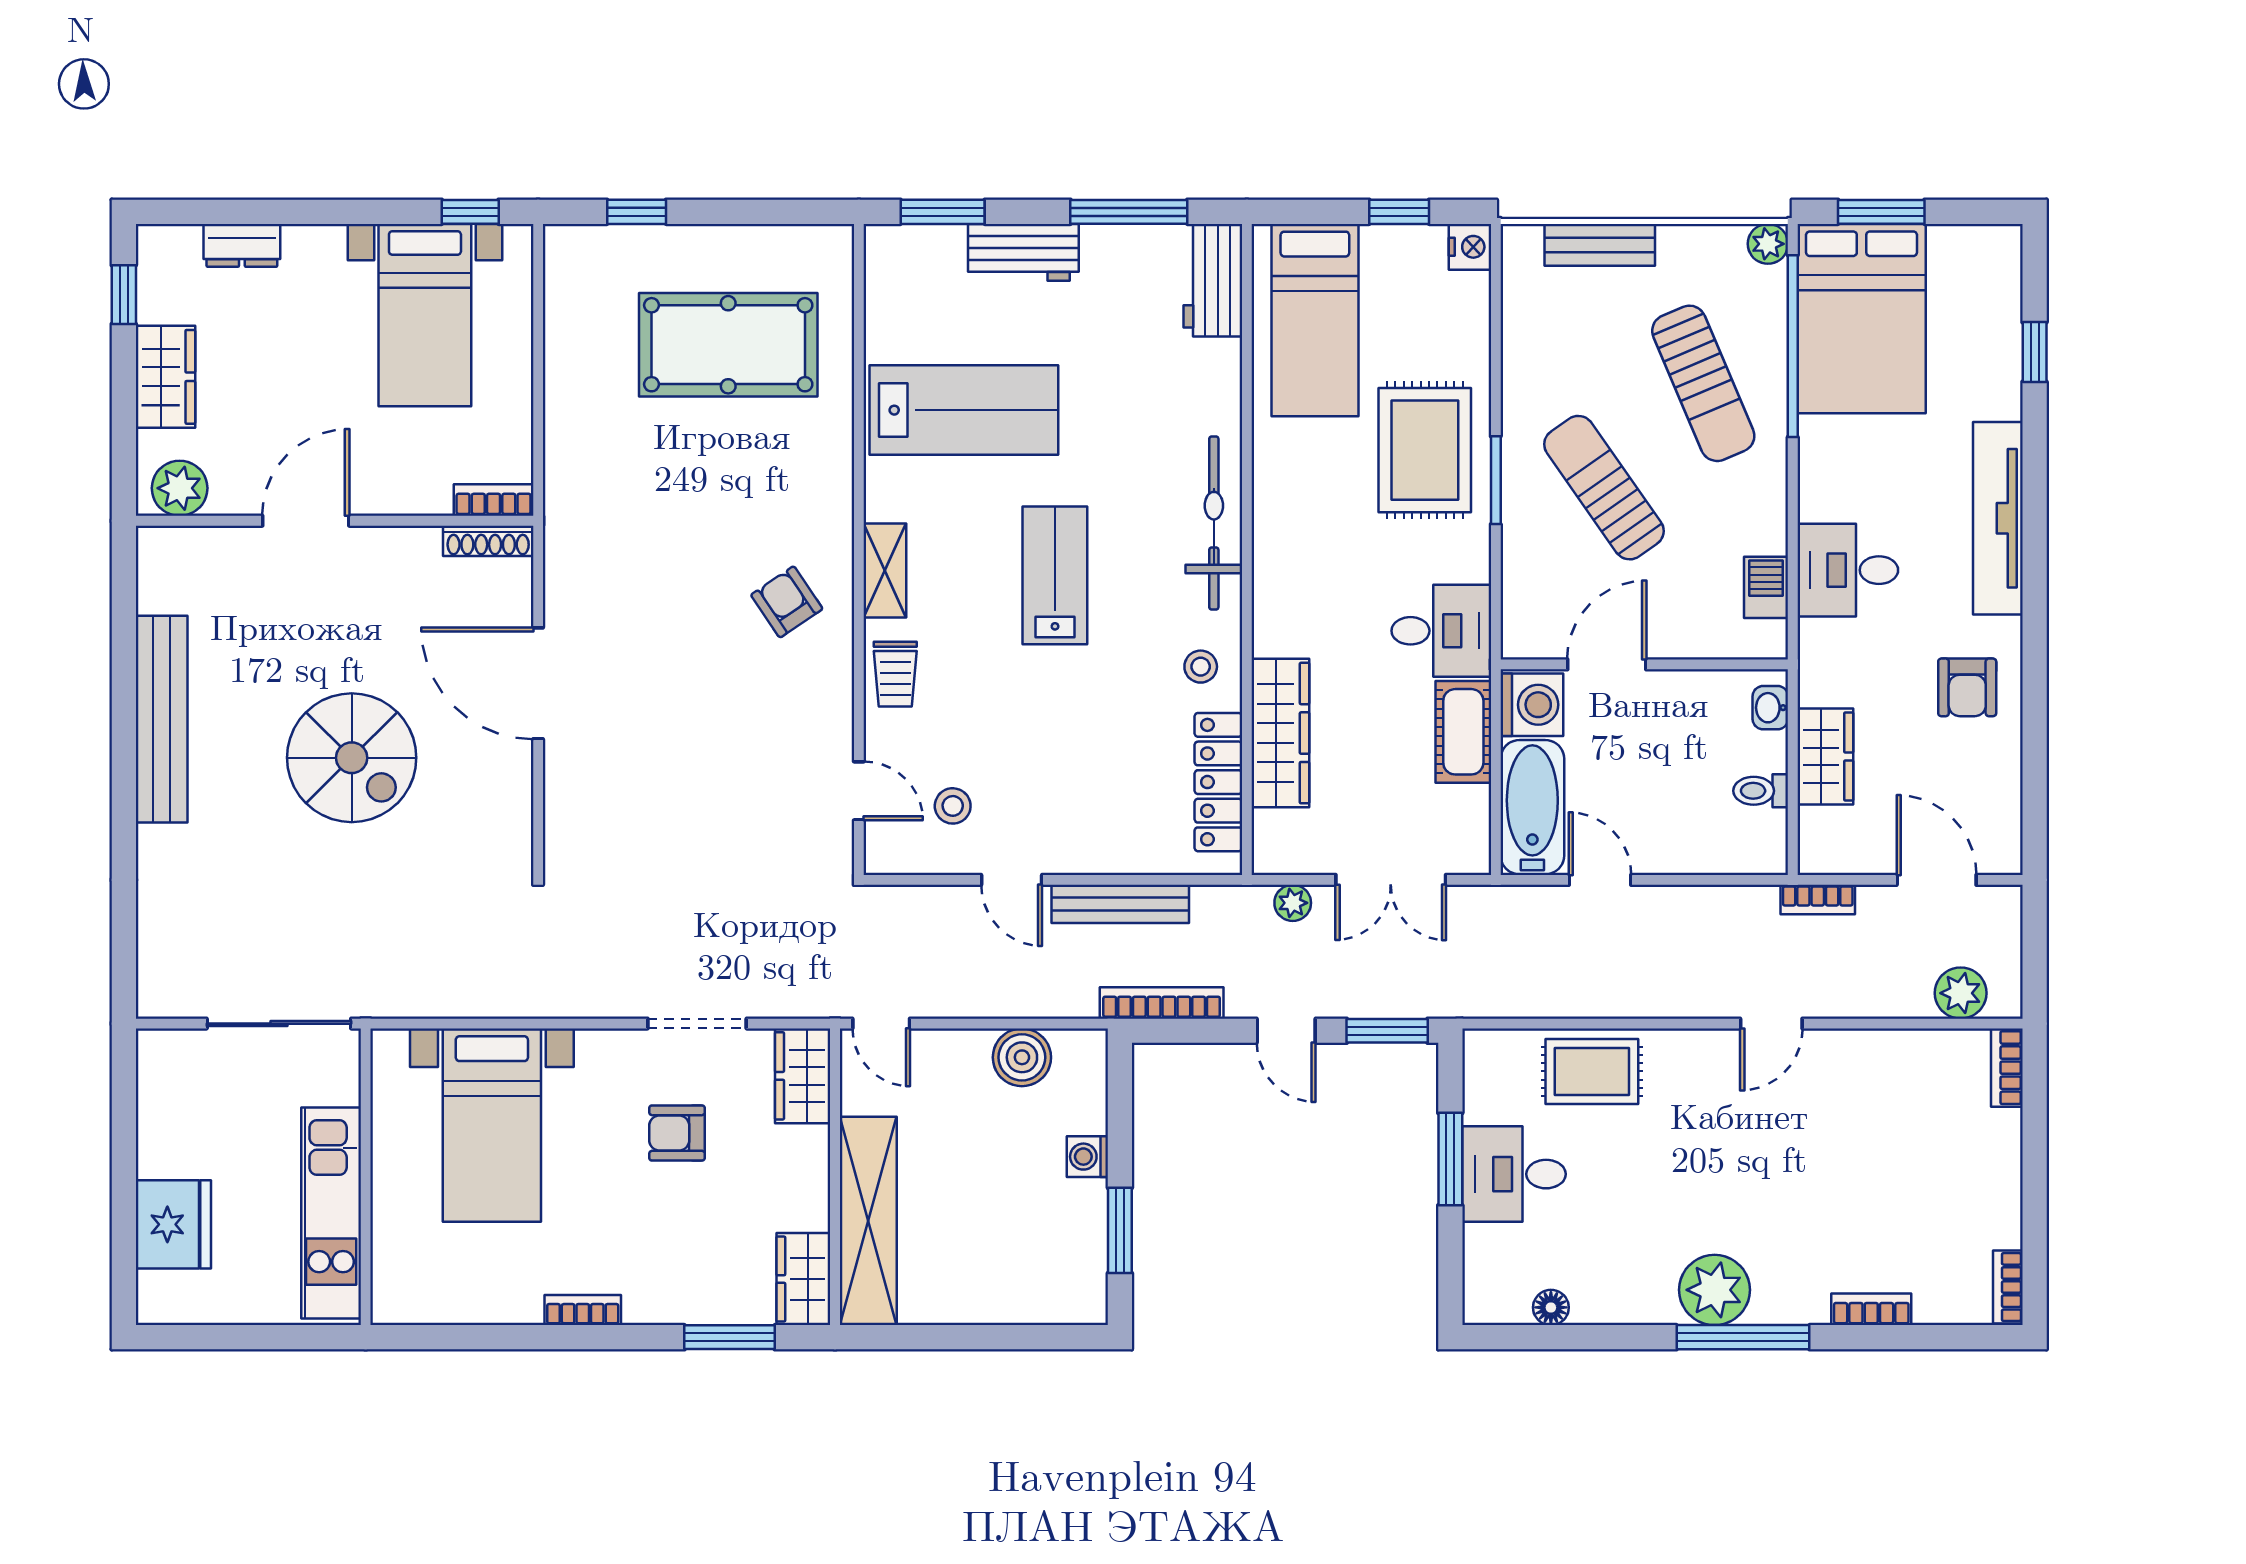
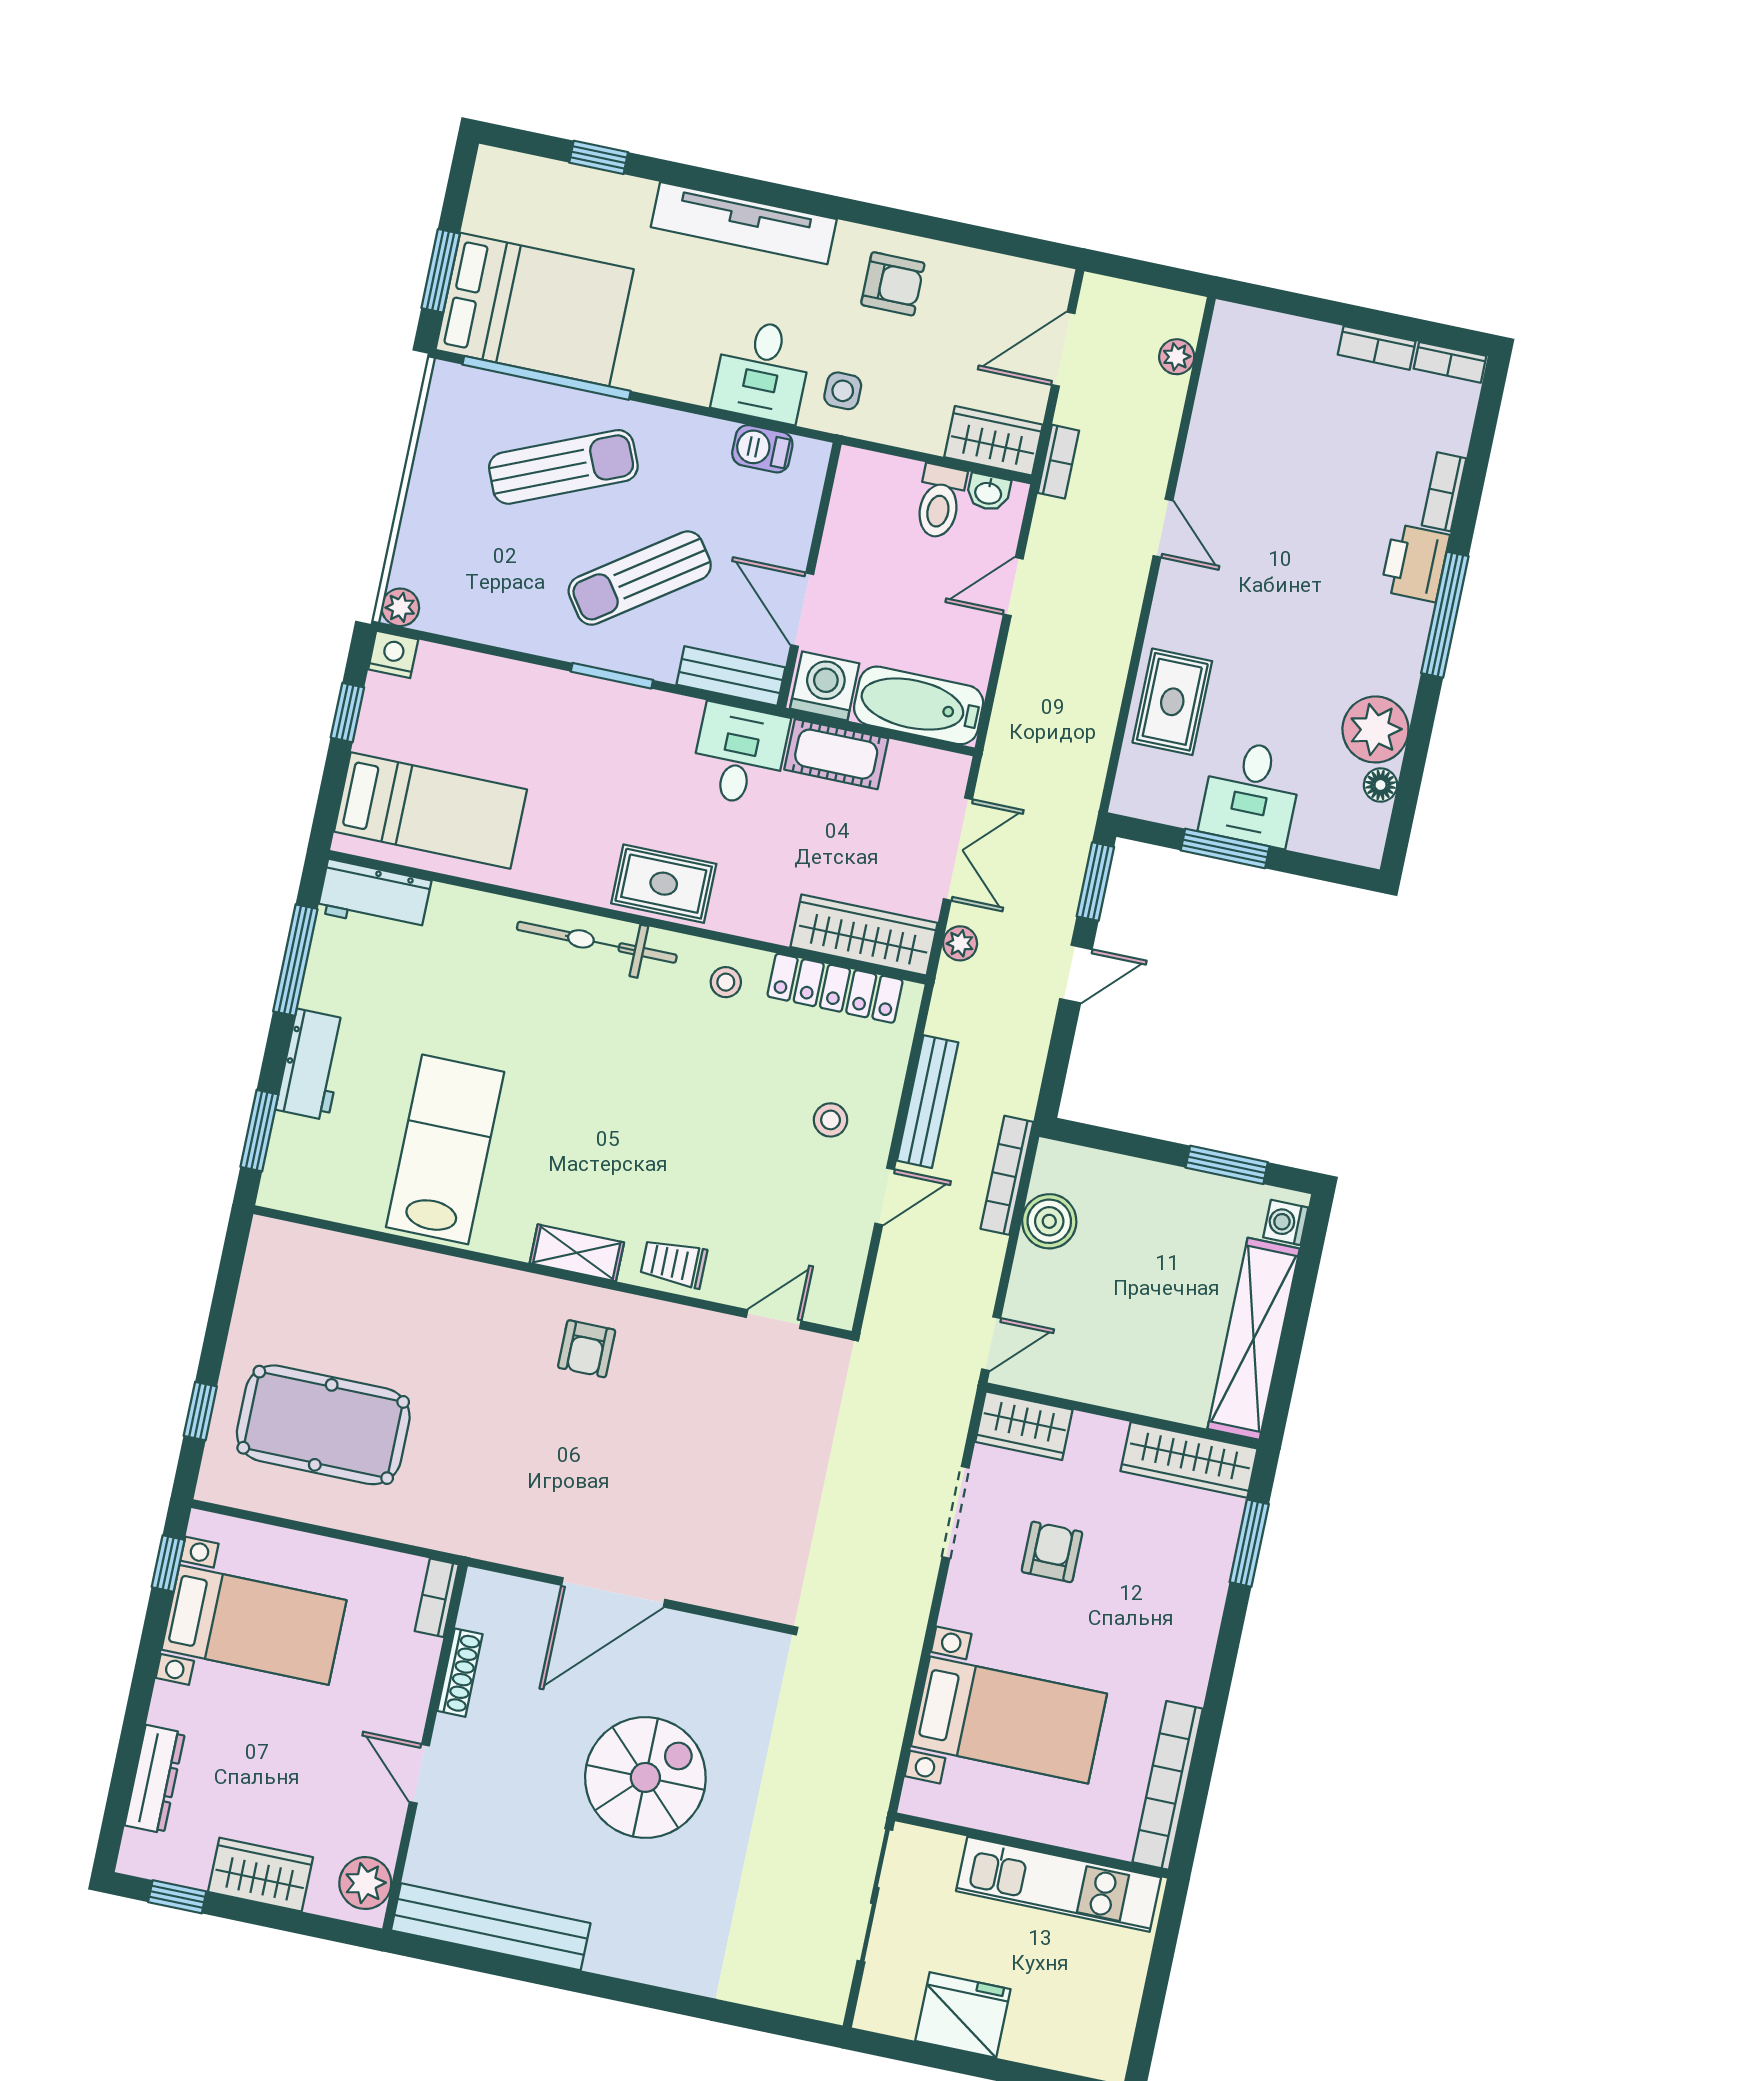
plant: (1768, 244) -> (400, 607), moved
dresser: (242, 245) -> (155, 1779), width x1.44
bench: (1600, 245) -> (731, 676), moved, turned 90
pool table: (728, 345) -> (323, 1425), moved, turned 90
rug: (1425, 450) -> (664, 884), moved, width x0.73, depth x0.70
door: (306, 521) -> (419, 1774), width x0.73
shoe rack: (488, 541) -> (460, 1673), moved
lab bench: (1055, 575) -> (614, 1098), removed
armchair: (787, 602) -> (587, 1349), turned -56
side table: (1844, 659) -> (843, 391), added
trolley: (895, 674) -> (674, 1263), turned 180
washbasin: (1770, 708) -> (988, 492), moved
bench: (162, 719) -> (491, 1927), moved
wardrobe: (1280, 733) -> (864, 935), moved
wardrobe: (1825, 757) -> (993, 441), moved
toilet: (1761, 791) -> (940, 501), width x1.37, depth x1.39
stool: (953, 806) -> (831, 1120), moved
door: (1600, 880) -> (1013, 587), moved
plant: (1961, 993) -> (1177, 357), width x0.73, depth x0.73
bookcase: (1162, 1003) -> (1007, 1175), moved
bookcase: (2007, 1068) -> (1377, 348), moved
armchair: (677, 1133) -> (1052, 1552), turned 180
washing machine: (1087, 1157) -> (1286, 1222), moved, turned 90
shelving: (868, 1221) -> (1254, 1339), moved, turned 90
fridge: (173, 1224) -> (963, 2015), moved
wardrobe: (803, 1279) -> (1189, 1460), width x1.50
plant: (1715, 1290) -> (1375, 729), moved
printer: (1791, 1295) -> (1415, 563), added
bookcase: (583, 1310) -> (1168, 1785), moved, width x2.31, depth x1.31

